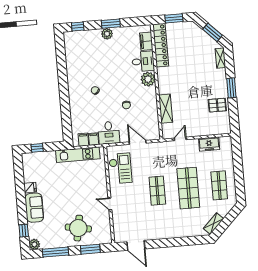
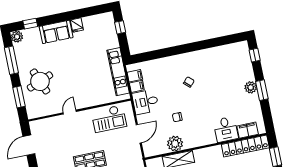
plant: (148, 79) -> (175, 144), moved
round table: (78, 228) -> (40, 81), turned -32

